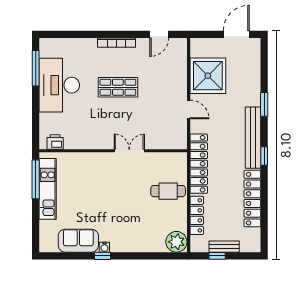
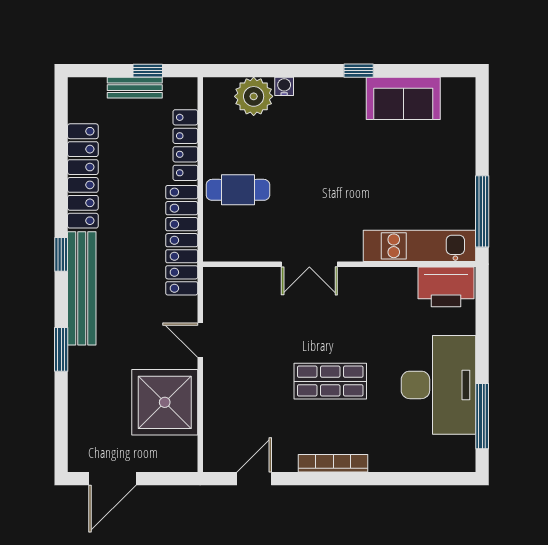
printer: (55, 142) -> (446, 287), width x1.87, depth x1.48
kitchen unit: (48, 189) -> (420, 246), moved, turned 90
plant: (176, 242) -> (254, 96), moved
water cooler: (104, 247) -> (284, 86), moved

